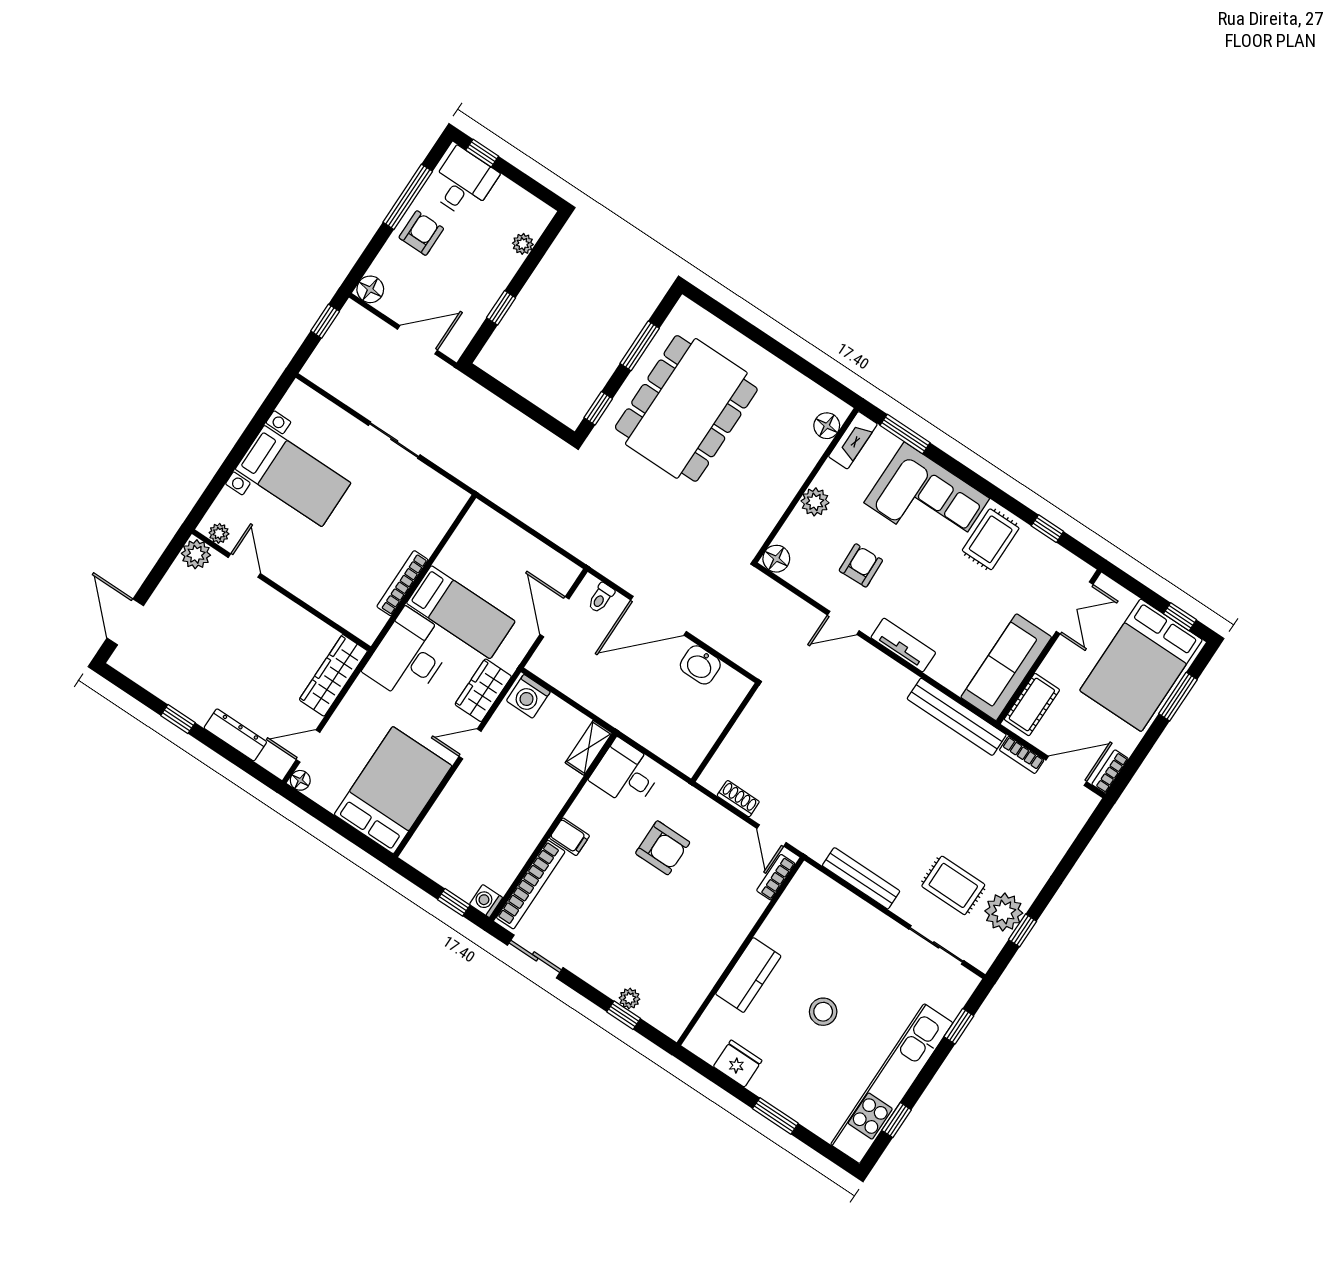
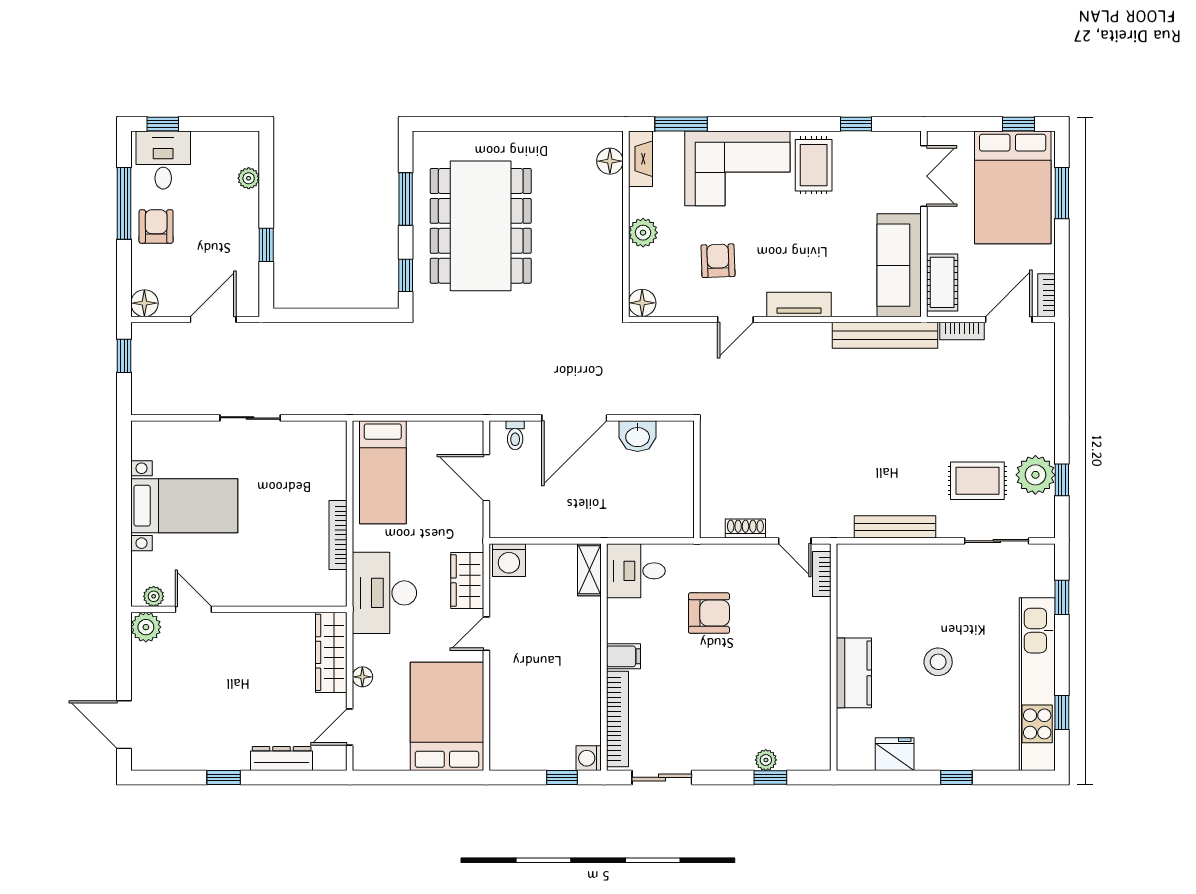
bed: (461, 612) -> (383, 472), moved, turned 90
floor lamp: (300, 780) -> (362, 677), moved
window: (775, 1116) -> (956, 777), width x0.67

